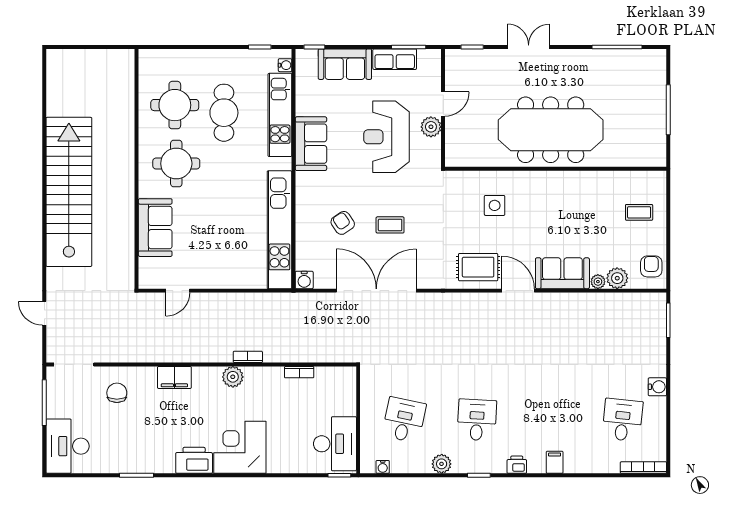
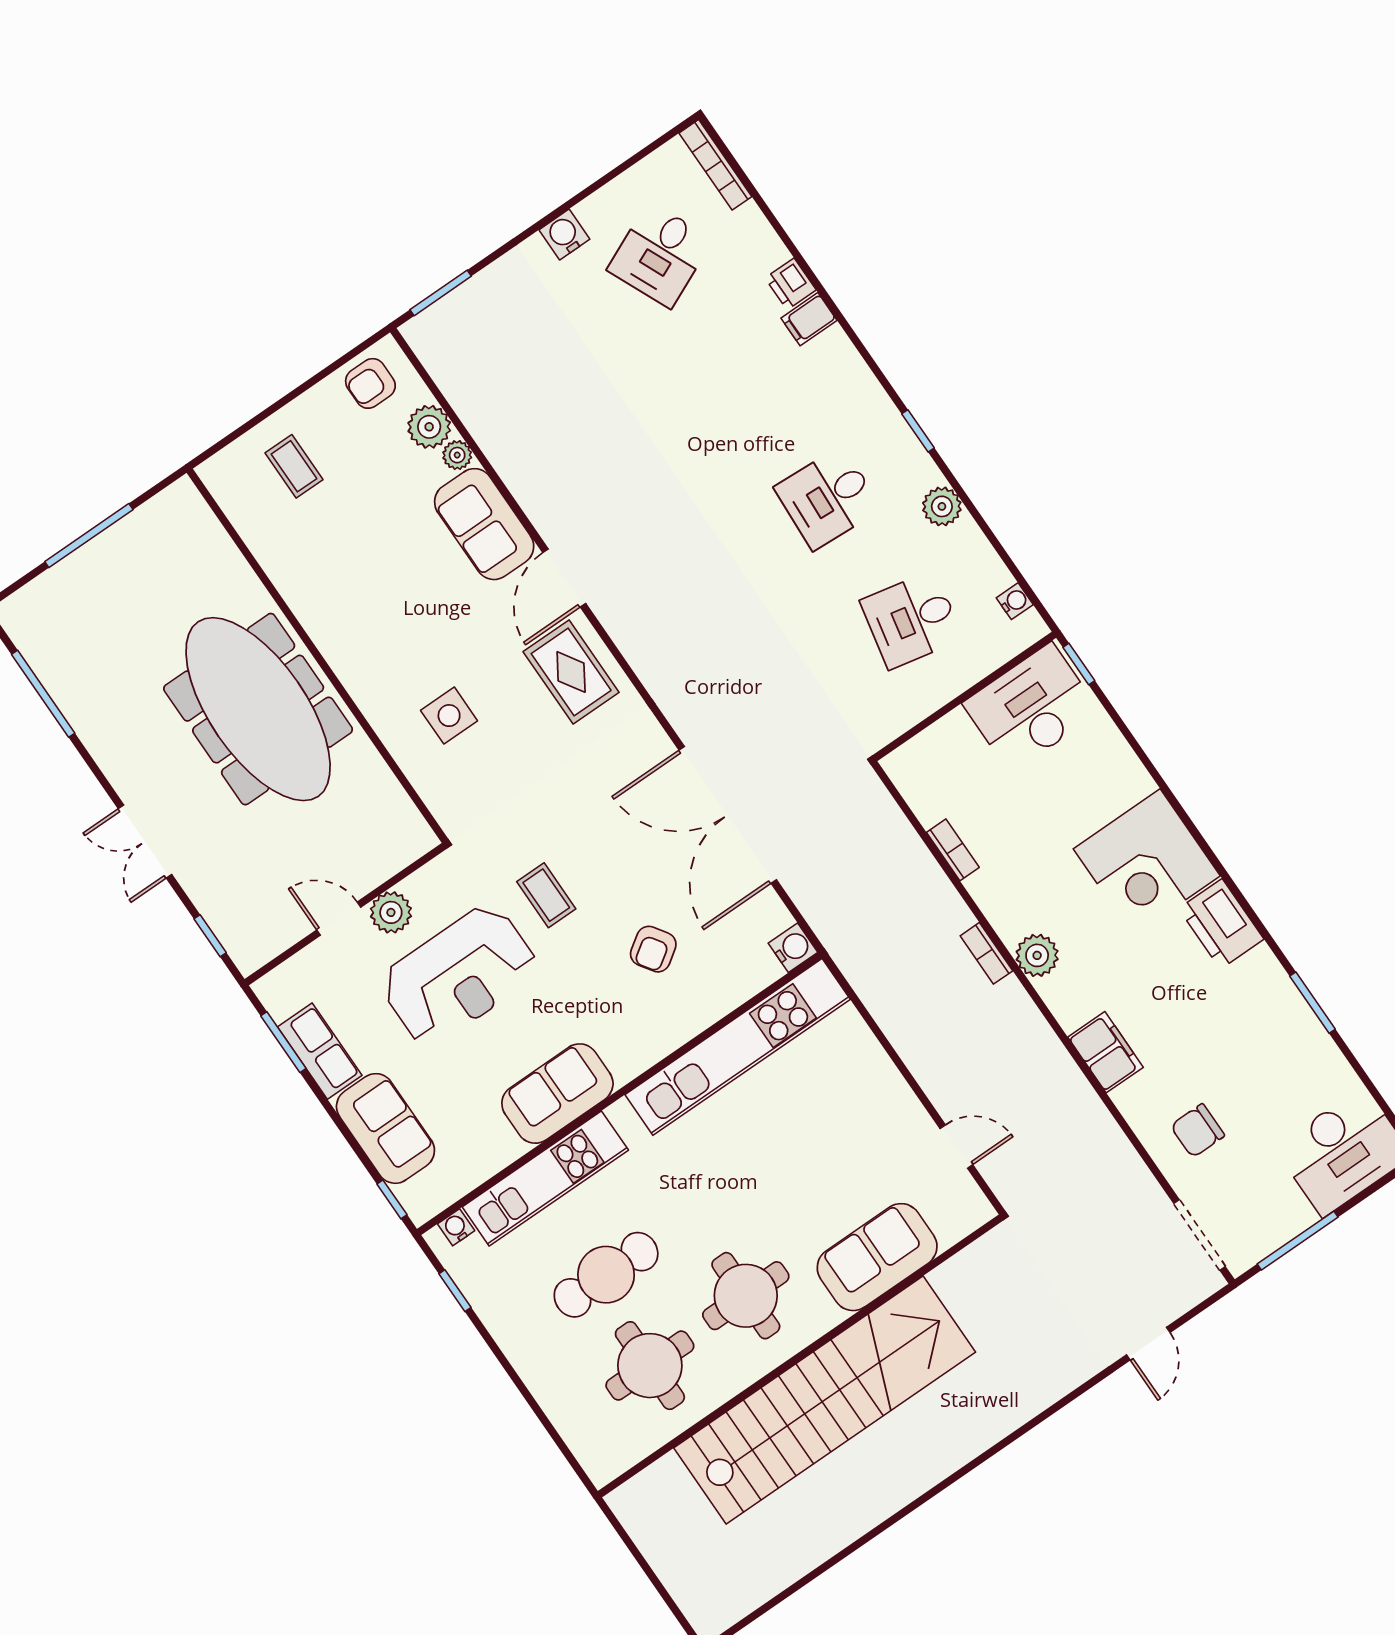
stairs: (69, 192) -> (825, 1400), moved, turned 180
coffee table: (390, 225) -> (546, 895), moved
desk: (622, 420) -> (660, 255), turned -30
printer: (517, 465) -> (791, 284), moved

